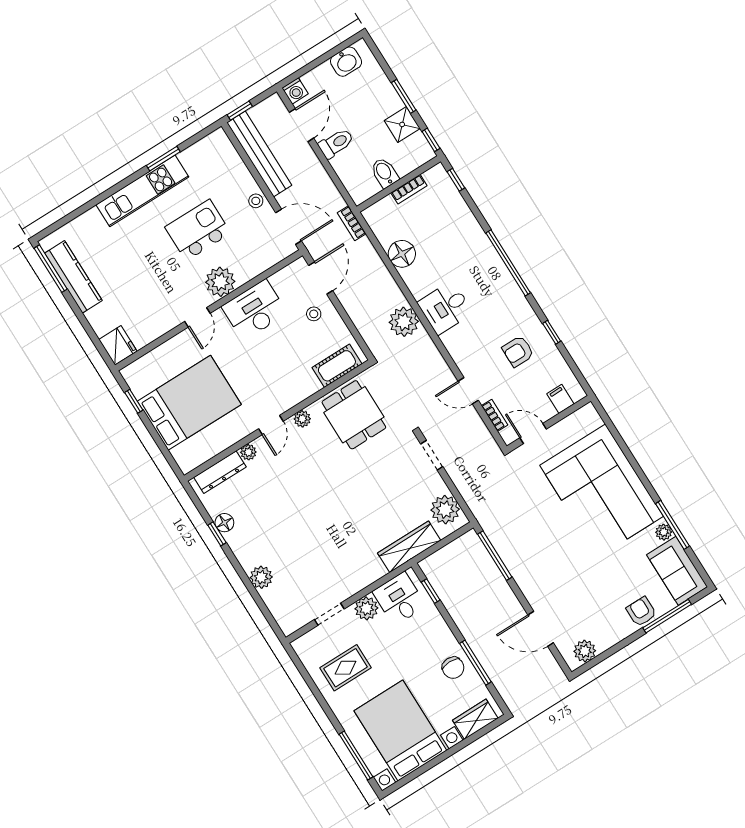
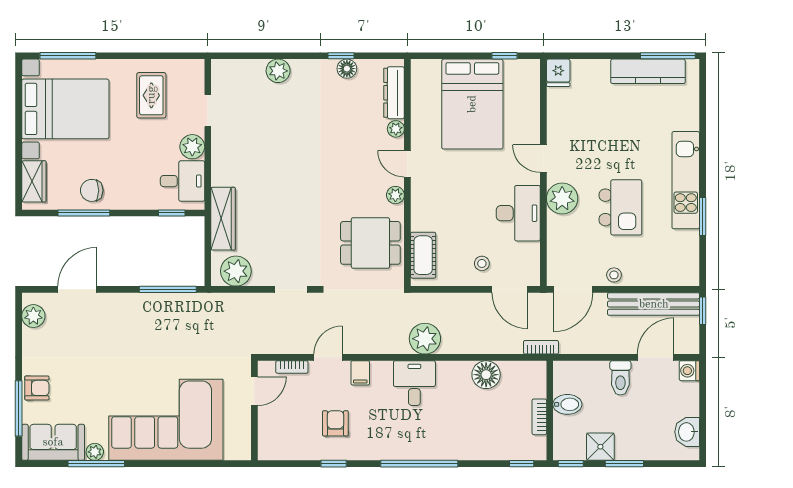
door: (302, 125) -> (656, 357), swing flipped
fridge: (118, 345) -> (558, 73), width x0.72
filing cabinet: (560, 399) -> (360, 373), moved, turned 90

